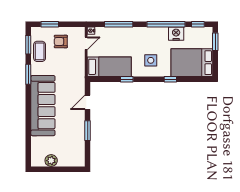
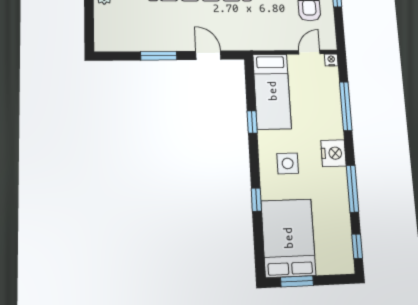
window: (166, 24) -> (352, 189), width x0.68
nightstand: (176, 34) -> (333, 153), moved
window: (215, 42) -> (297, 281), moved
door: (86, 43) -> (309, 52), swing flipped

